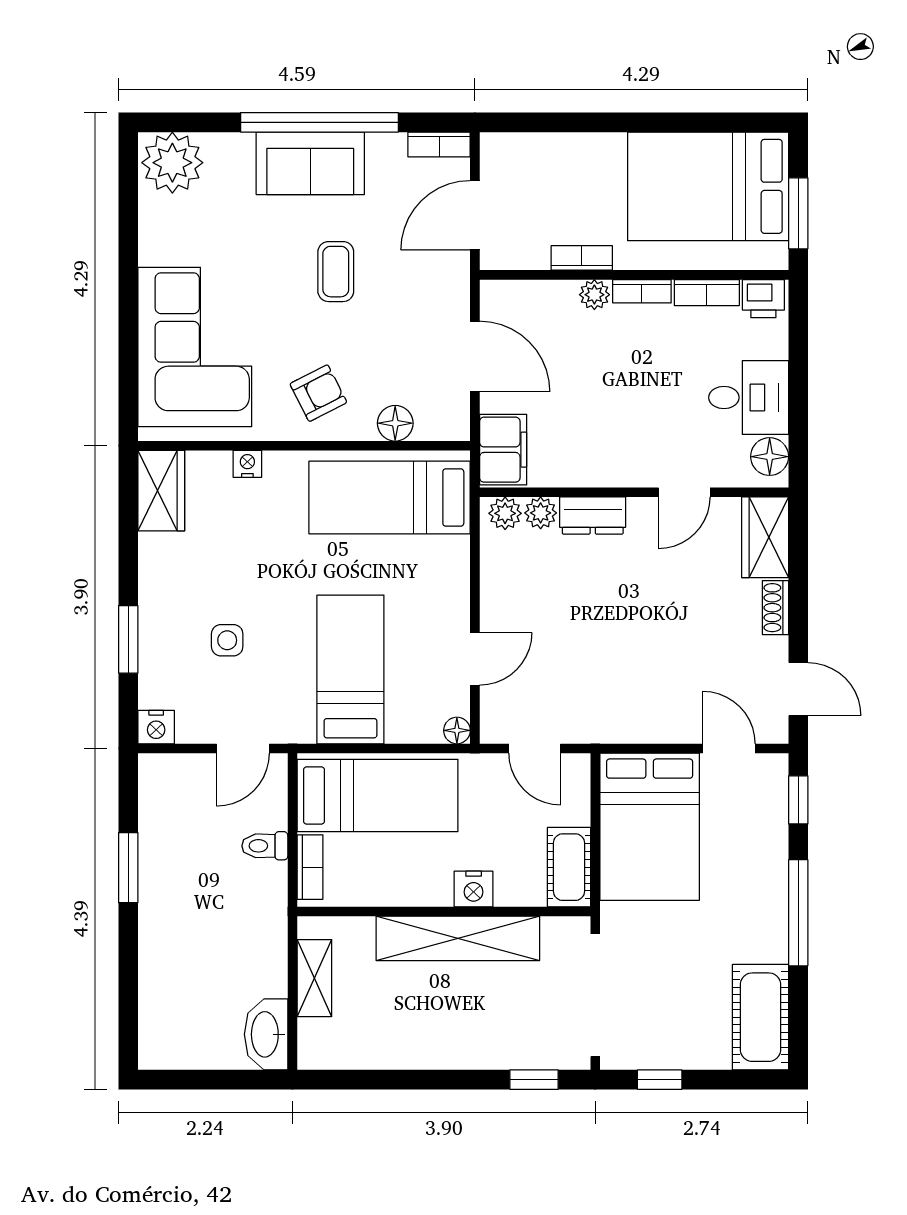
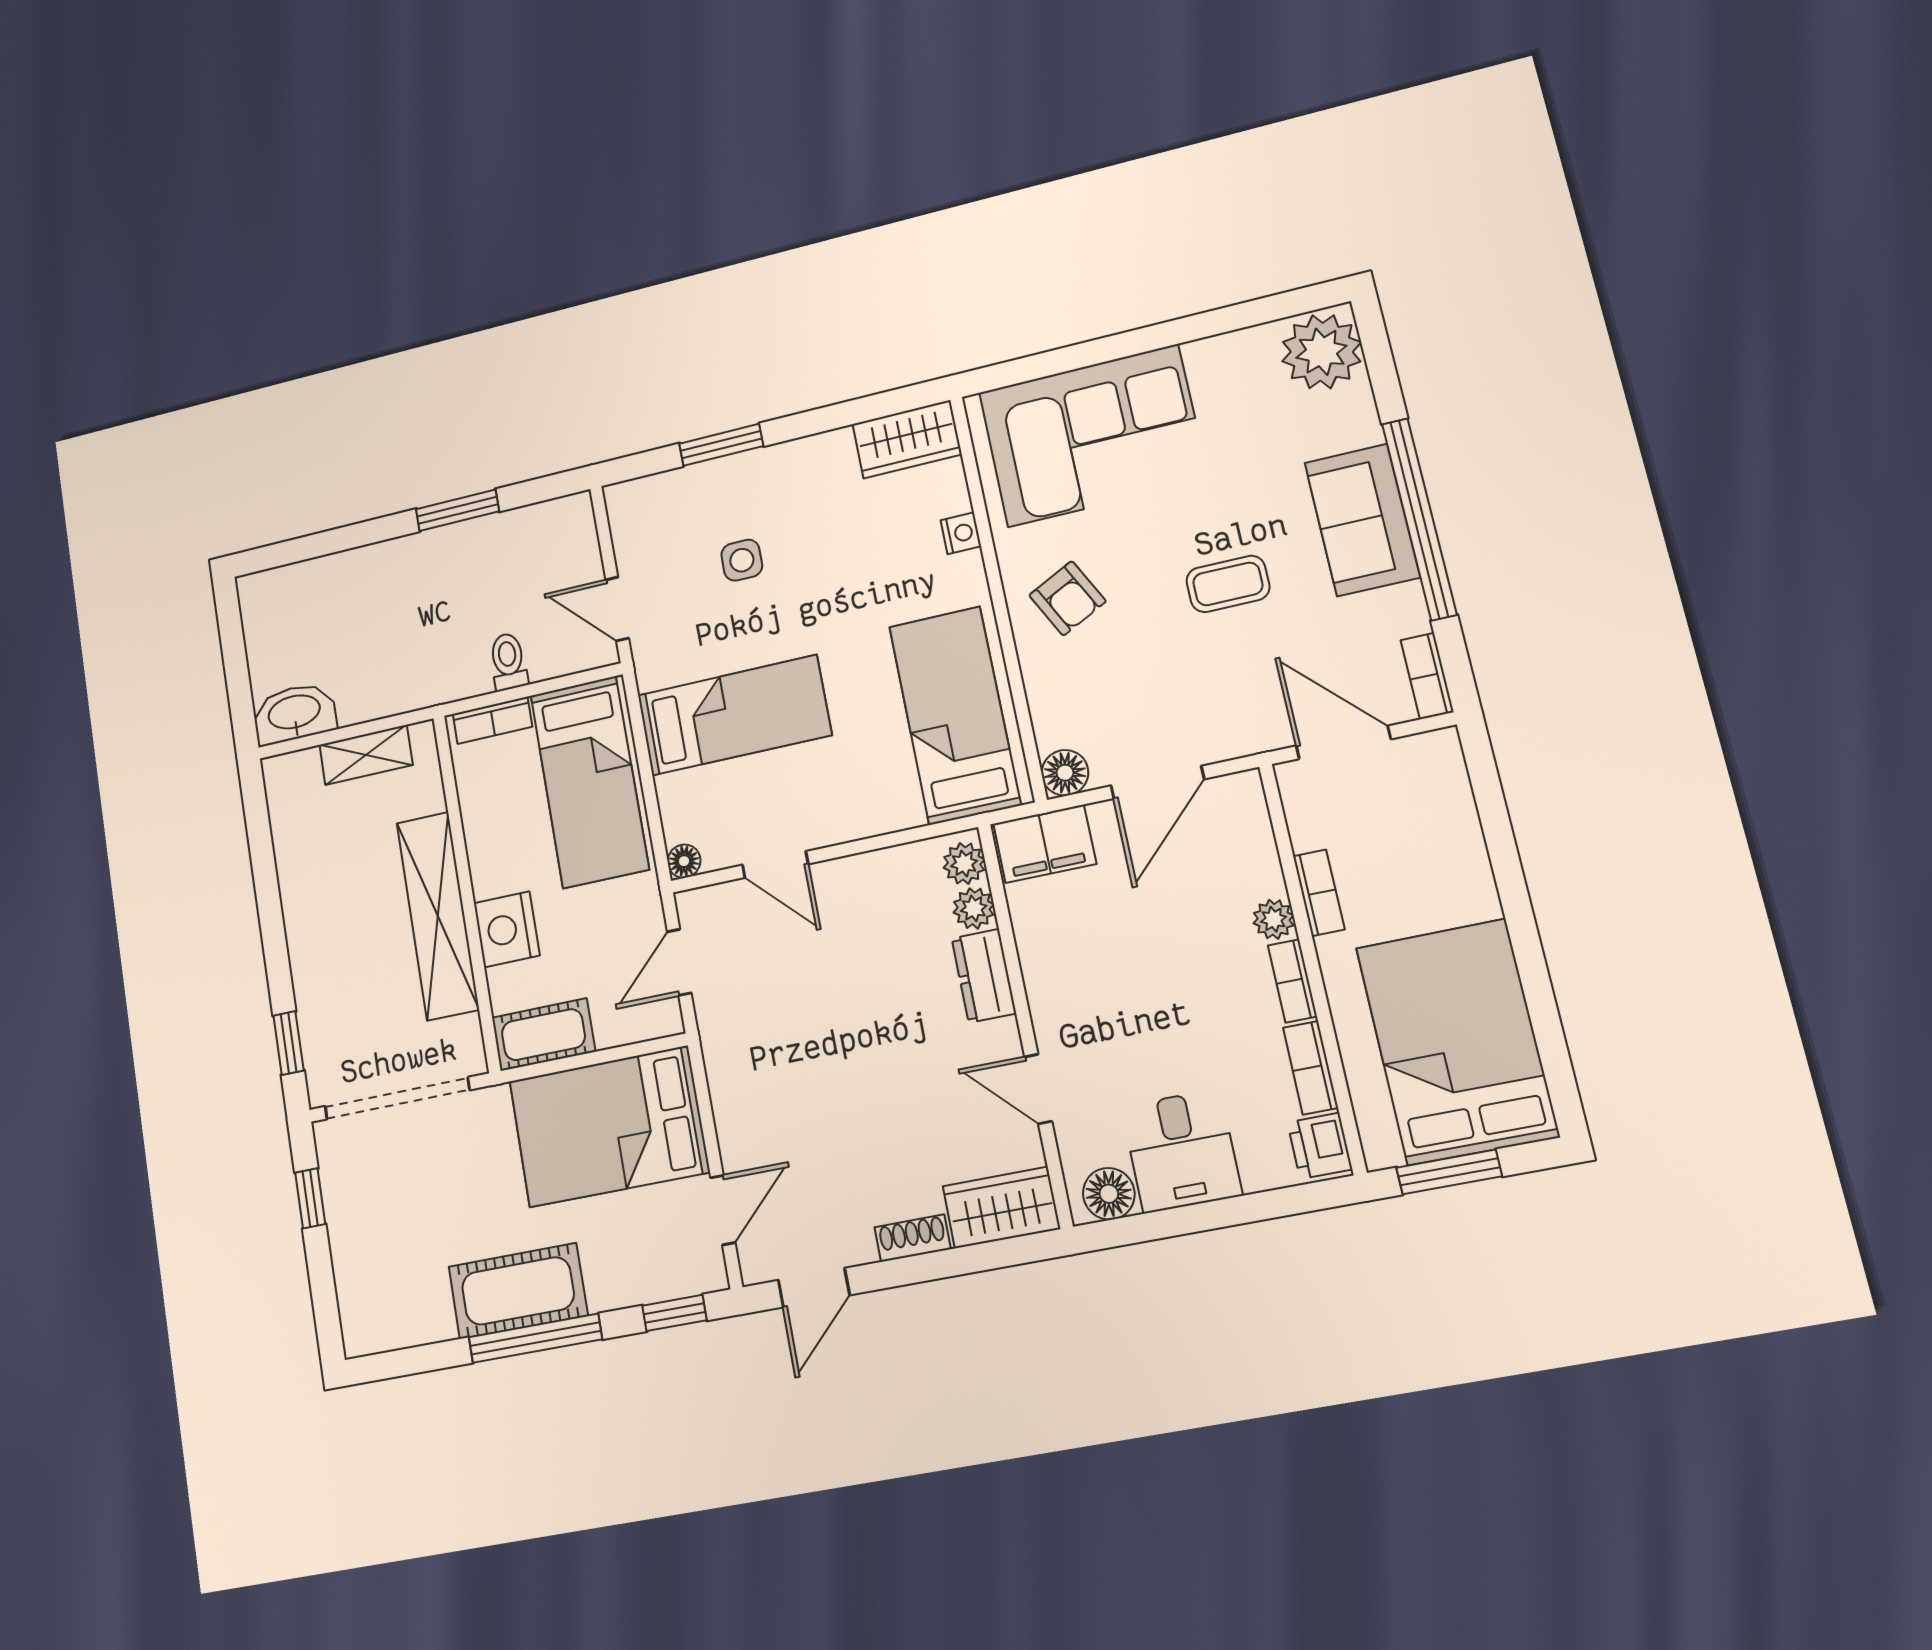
floor lamp: (395, 423) -> (1065, 773), moved
nightstand: (156, 727) -> (624, 502), removed
nightstand: (474, 889) -> (507, 929), width x1.36, depth x1.33
cot: (760, 1017) -> (518, 1291), moved

